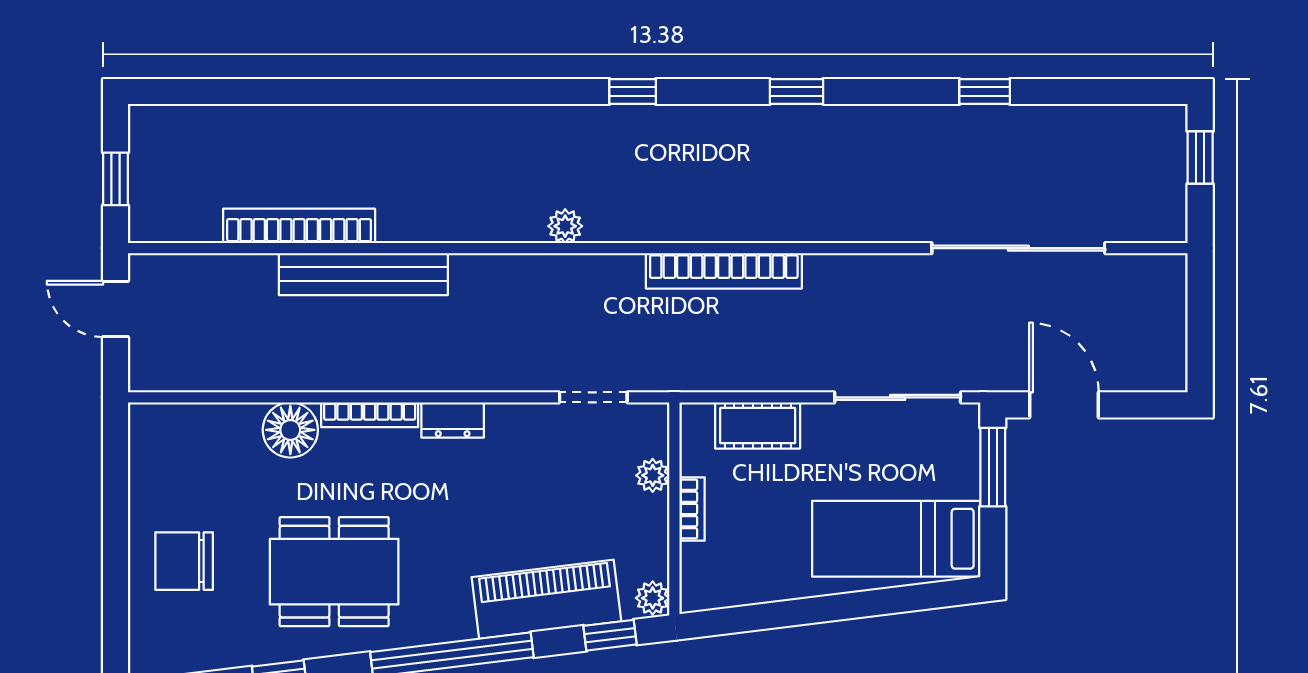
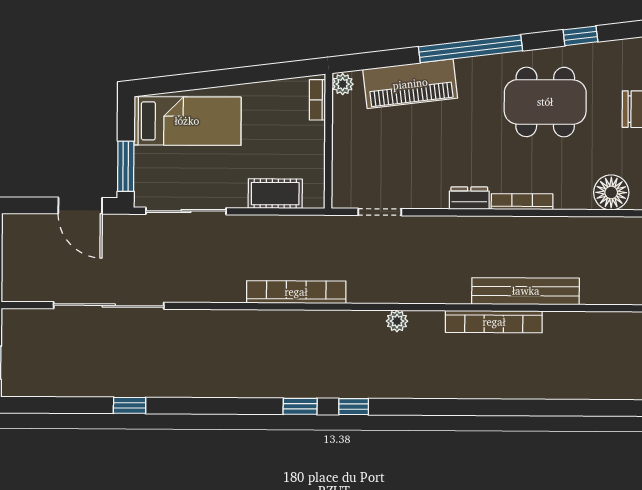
window: (796, 91) -> (300, 406), moved
bookcase: (299, 226) -> (494, 322), moved
floor lamp: (290, 430) -> (611, 192), moved
plant: (653, 475) -> (342, 162), removed
bookcase: (692, 509) -> (317, 100), moved
window: (610, 635) -> (370, 61), removed

